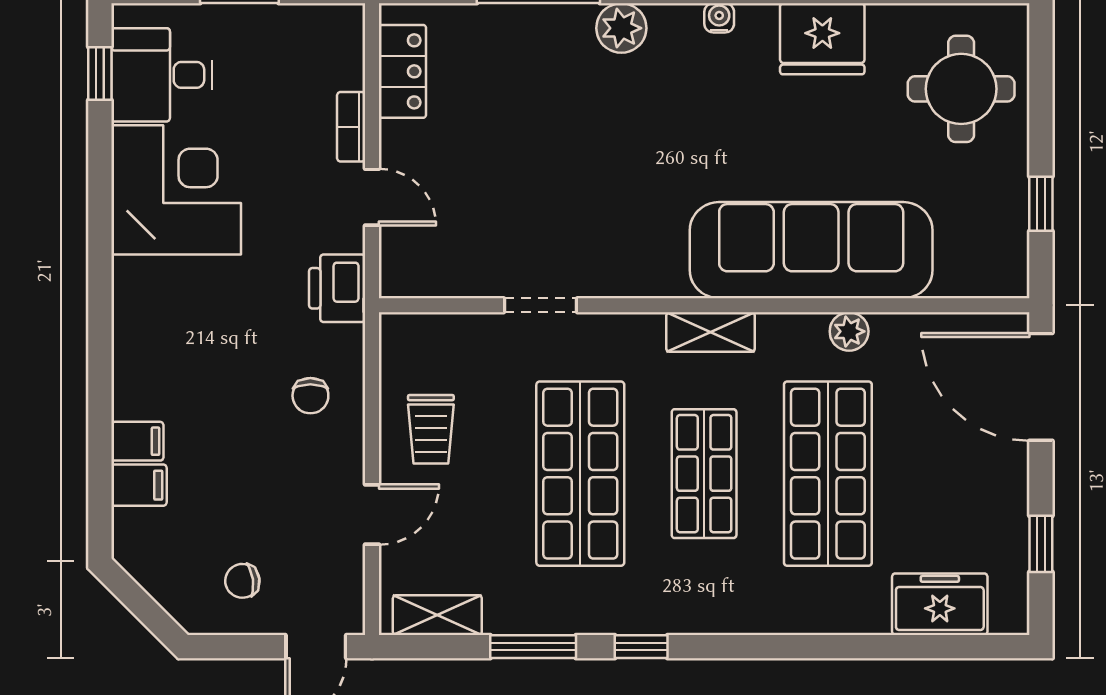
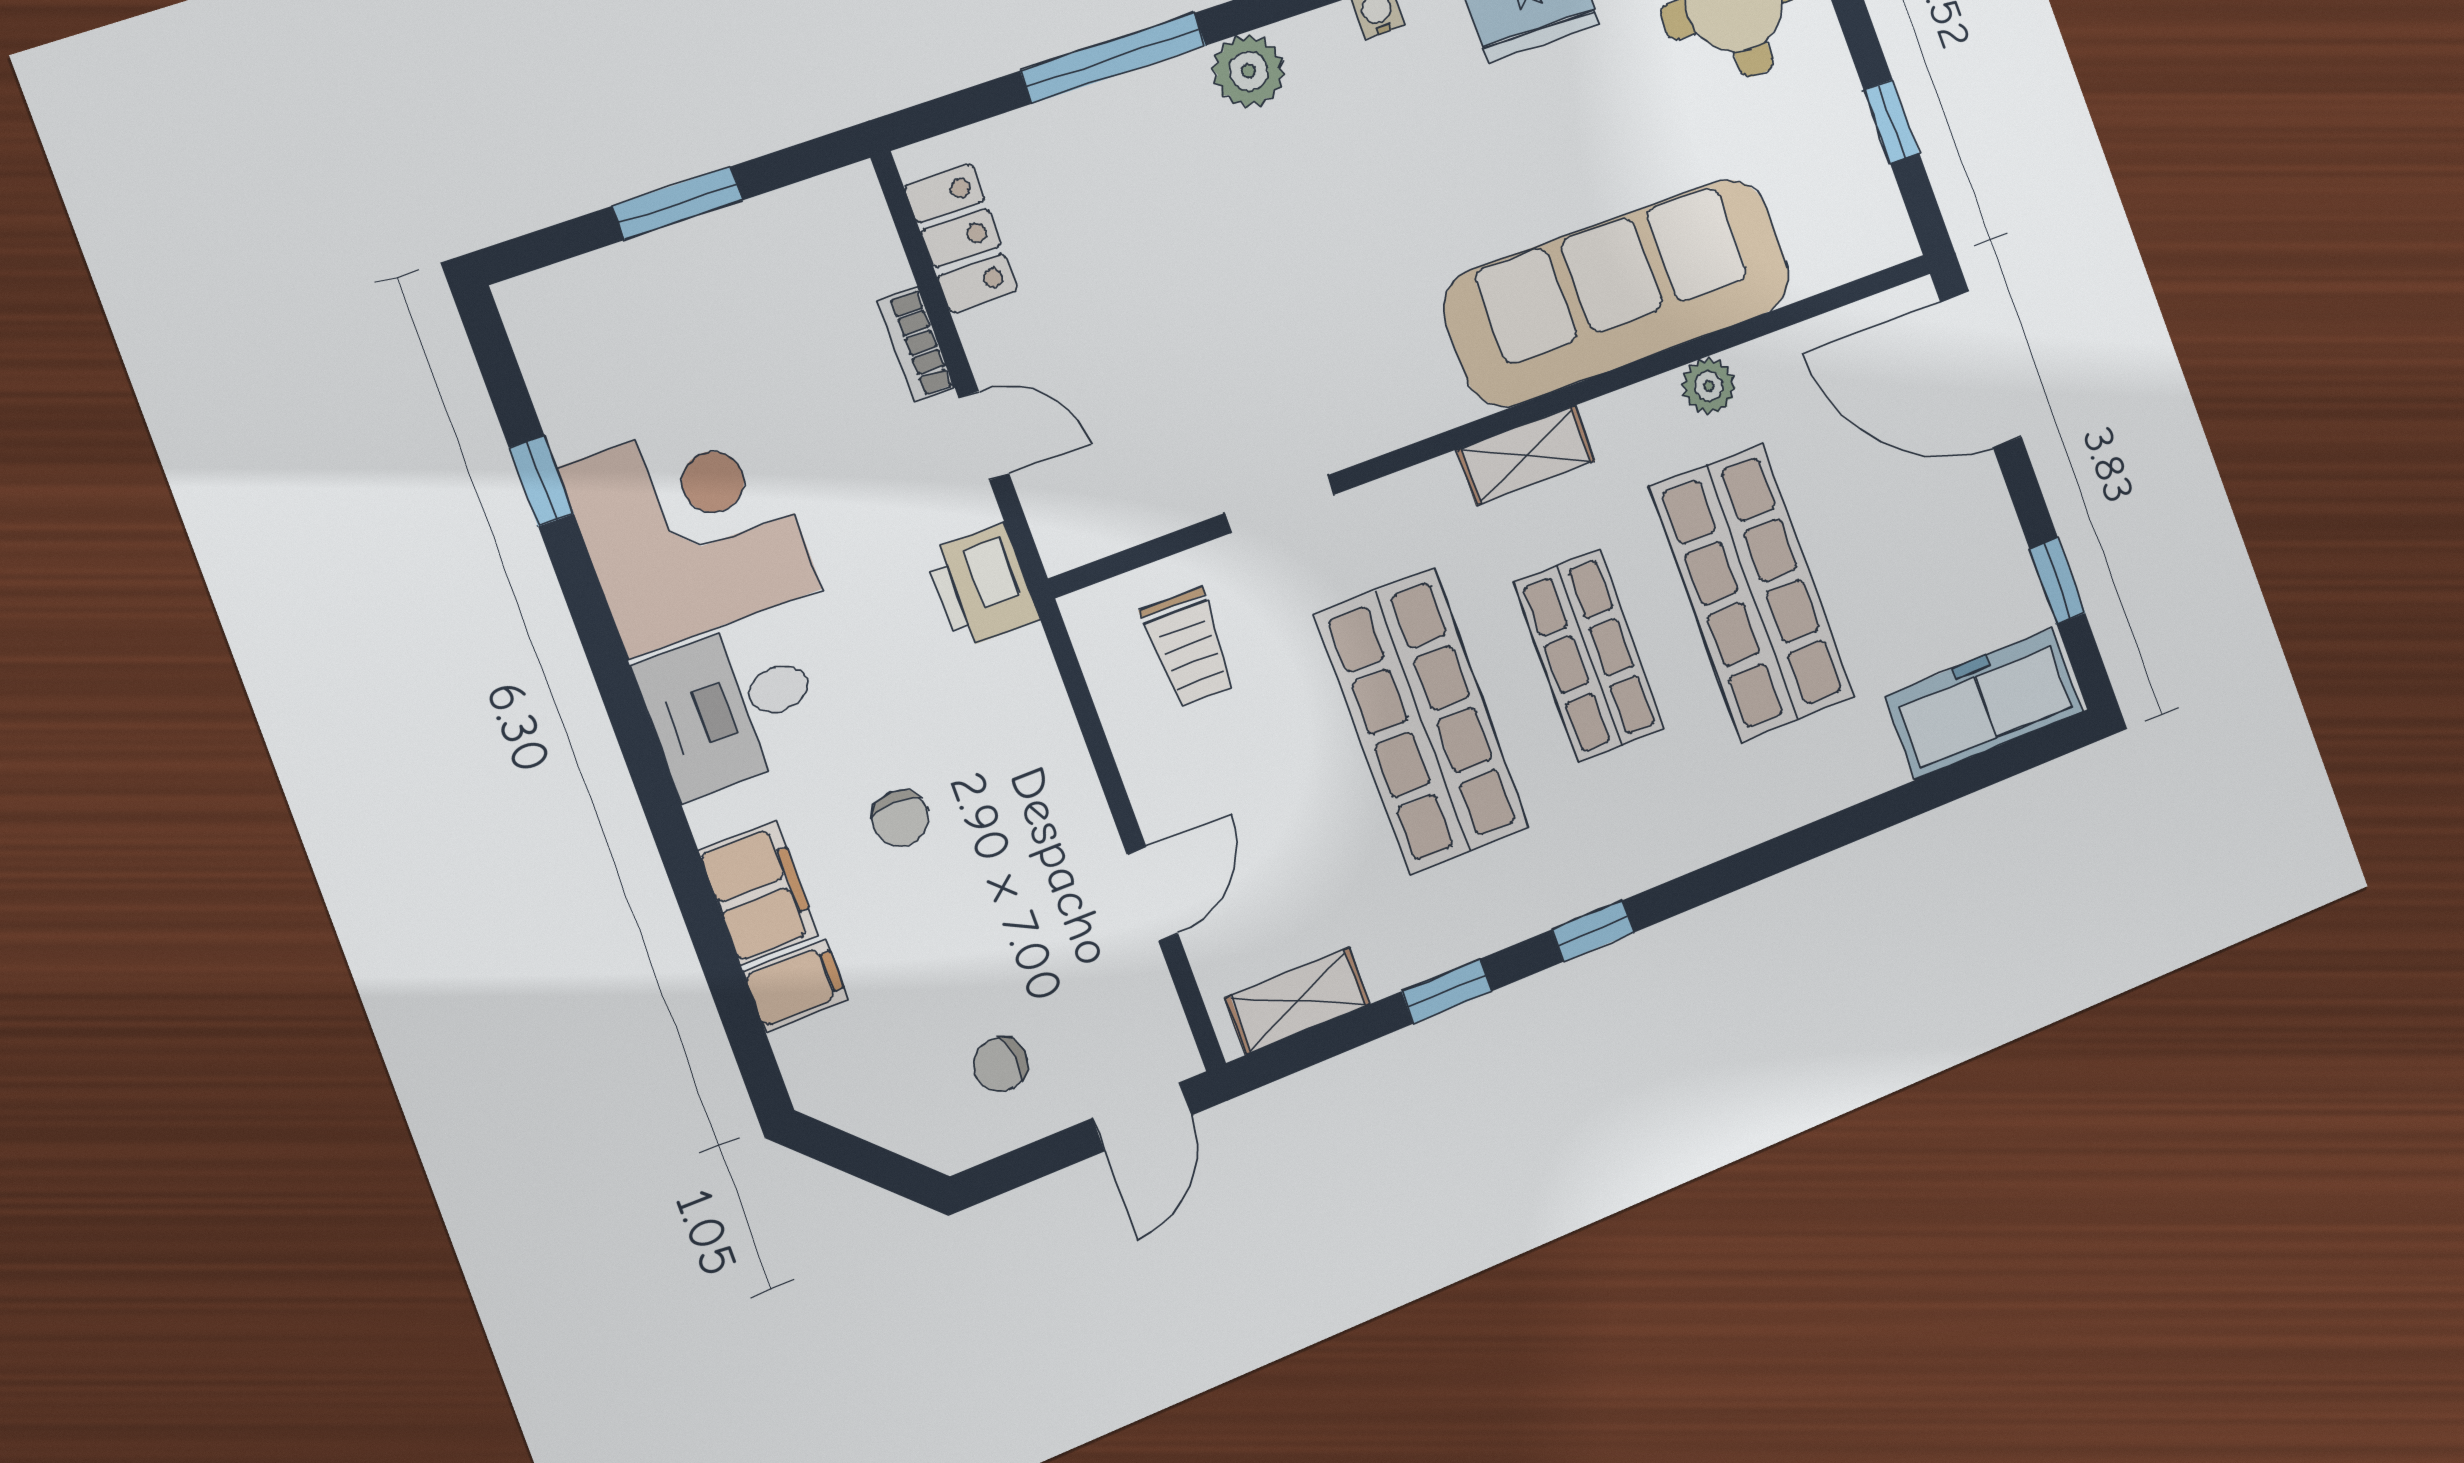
window: (100, 73) -> (541, 481), moved
desk: (162, 75) -> (732, 707), moved
chair: (310, 396) -> (900, 819), moved
trolley: (431, 429) -> (1189, 647), moved
filing cabinet: (137, 441) -> (759, 893), width x2.00
freezer: (940, 604) -> (1984, 704), width x1.40
window: (533, 647) -> (1447, 991), width x0.67

